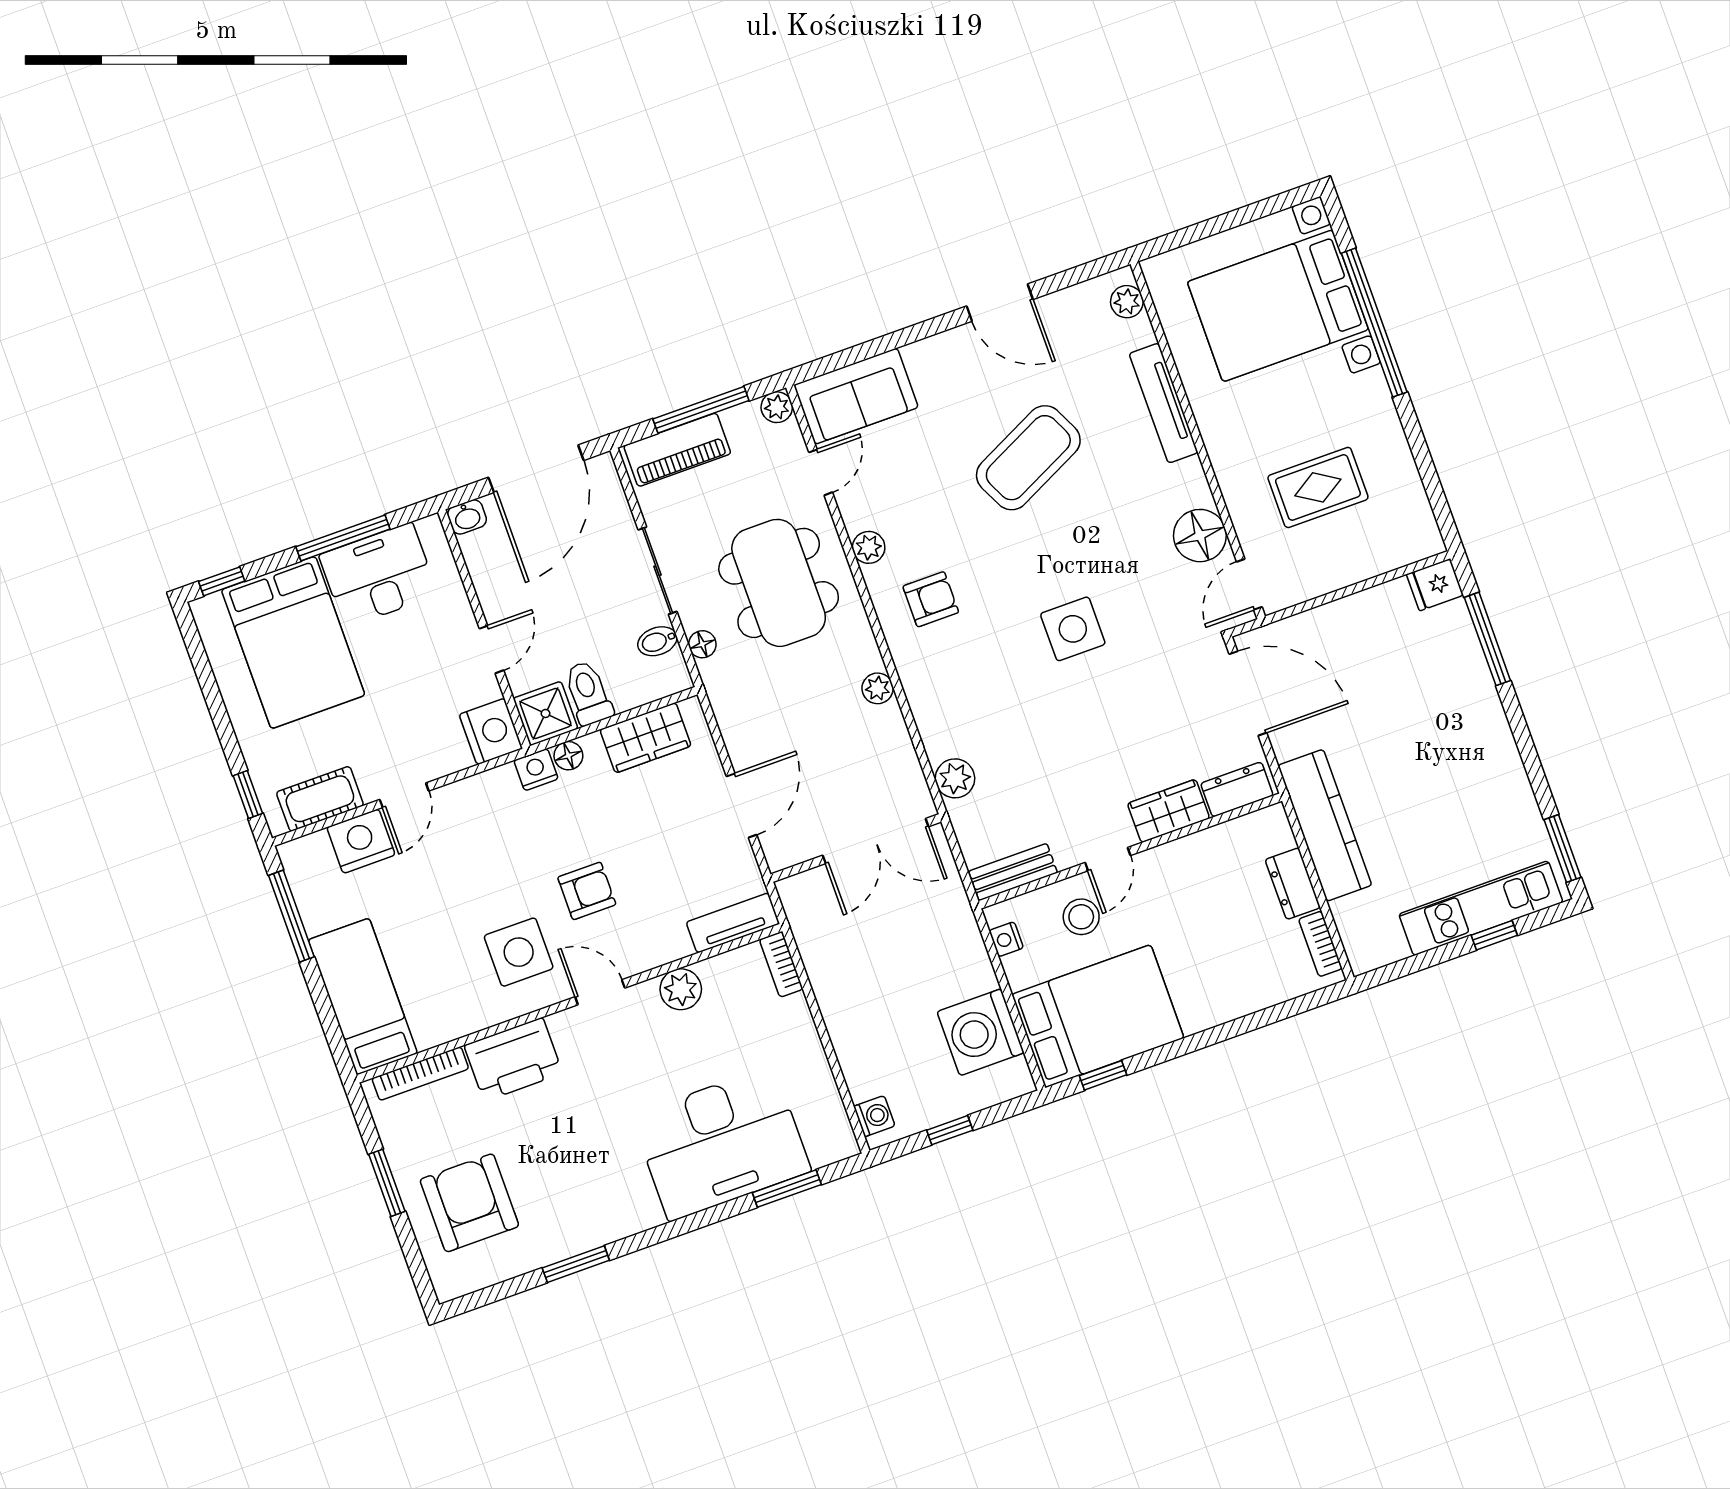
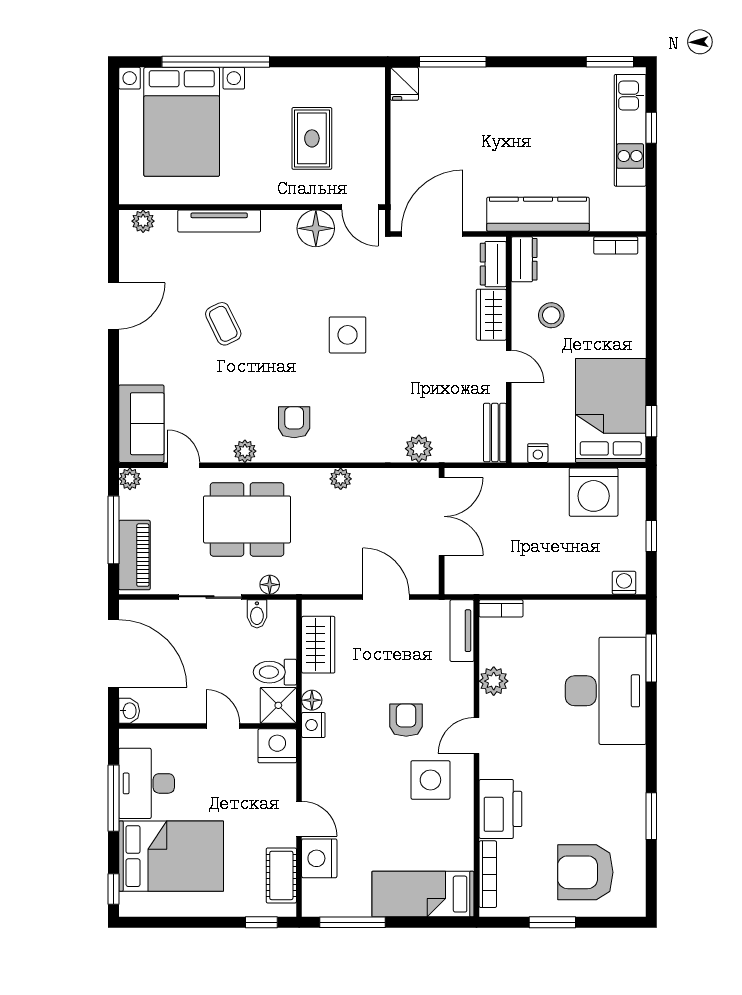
coffee table: (1028, 458) -> (223, 324), width x0.54, depth x0.58
dresser: (1293, 884) -> (524, 259), moved, turned -90
stool: (1081, 917) -> (551, 315), moved

